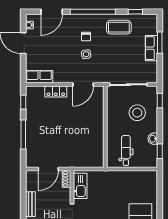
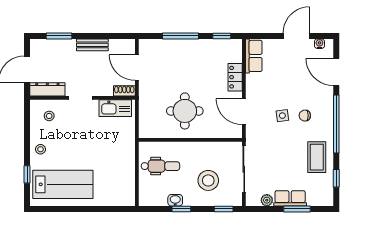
plant: (153, 67) -> (267, 200), added
round table: (82, 131) -> (185, 111), added
window: (160, 151) -> (181, 209), moved

